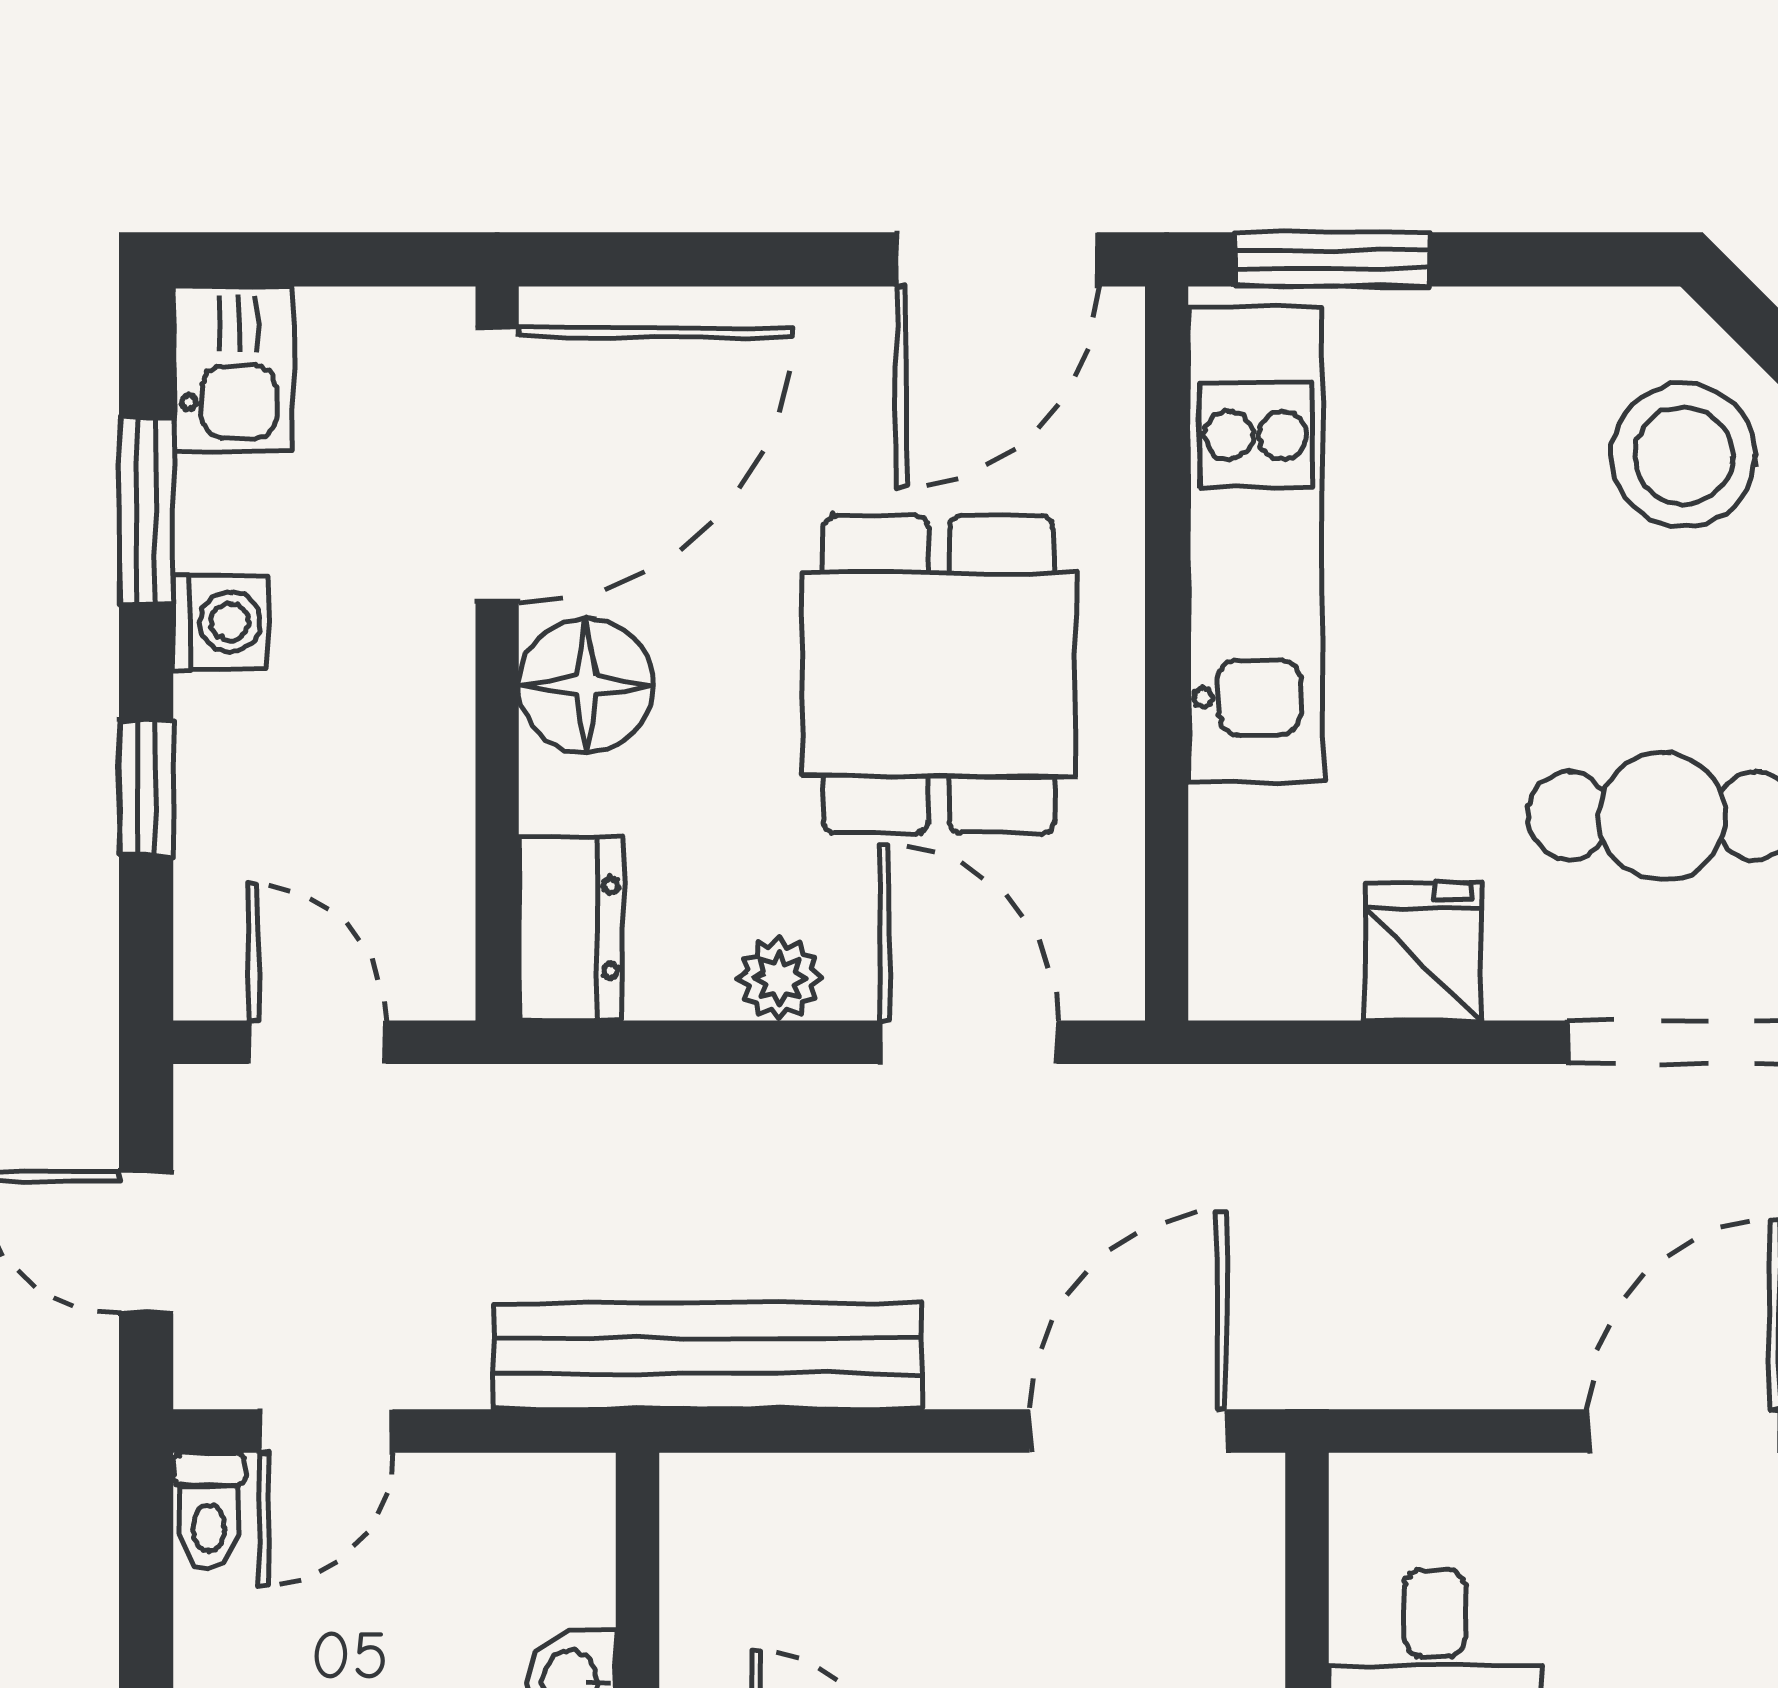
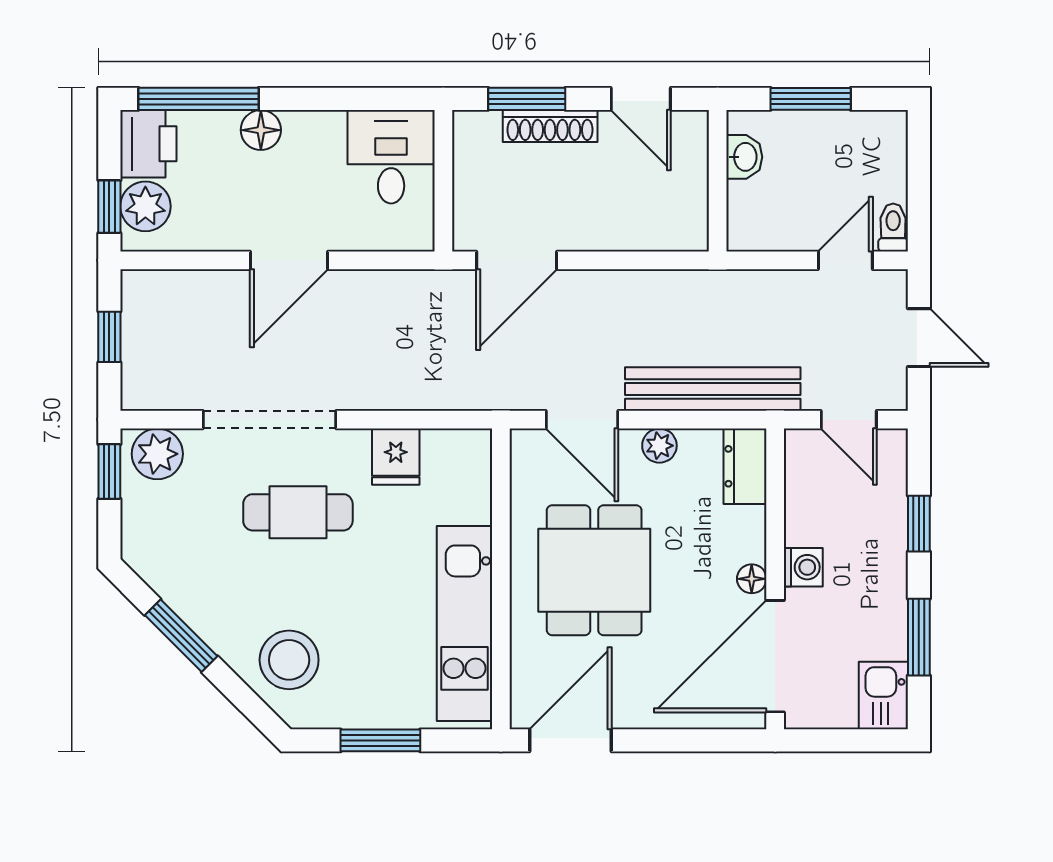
window: (1333, 259) -> (380, 740), moved
washing machine: (220, 622) -> (803, 567), moved, turned 180
floor lamp: (586, 685) -> (752, 579), width x0.53, depth x0.53
bench: (708, 1356) -> (713, 389), moved

